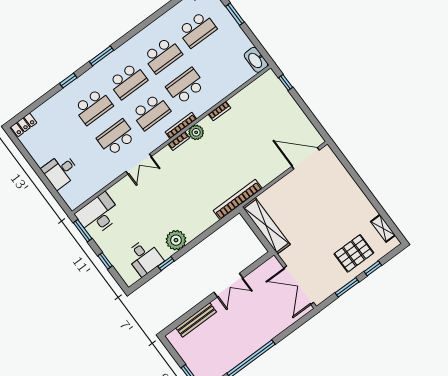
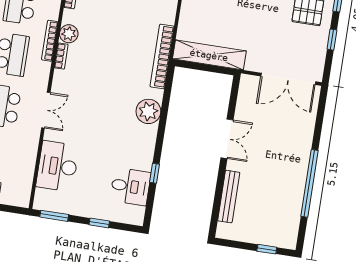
desk: (98, 215) -> (58, 166), moved
plant: (176, 240) -> (148, 111), moved
window: (347, 287) -> (332, 40), width x0.67

